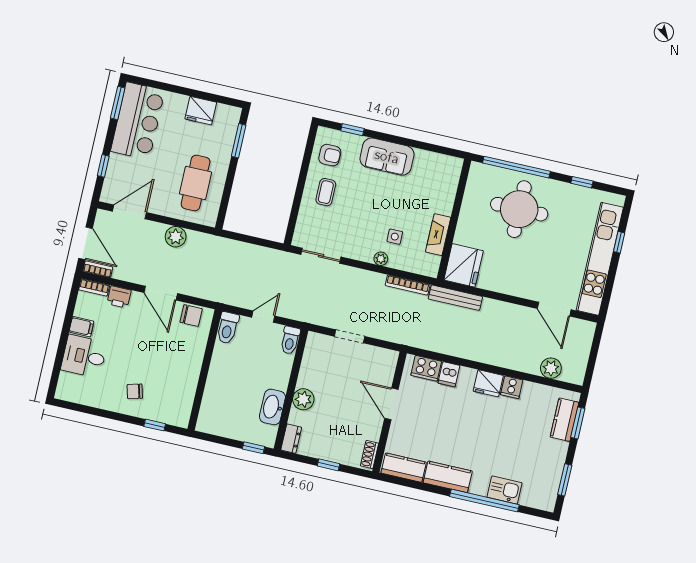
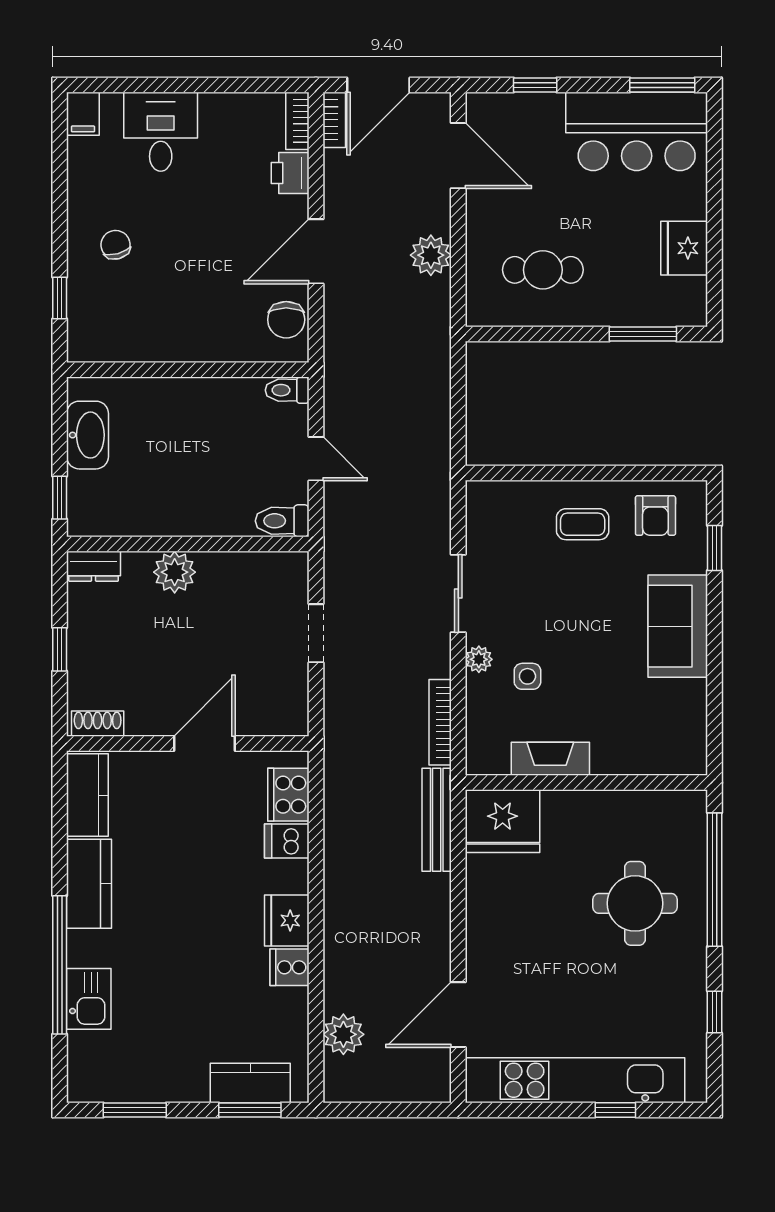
cafe table: (196, 183) -> (543, 270), width x0.73, depth x0.74
round table: (519, 209) -> (635, 903), width x0.73, depth x0.73
sliding door: (321, 256) -> (458, 594), moved
filing cabinet: (81, 327) -> (83, 114), moved
toilet: (228, 328) -> (287, 390), width x0.73, depth x0.72
washbasin: (272, 407) -> (88, 435), moved, turned 90

